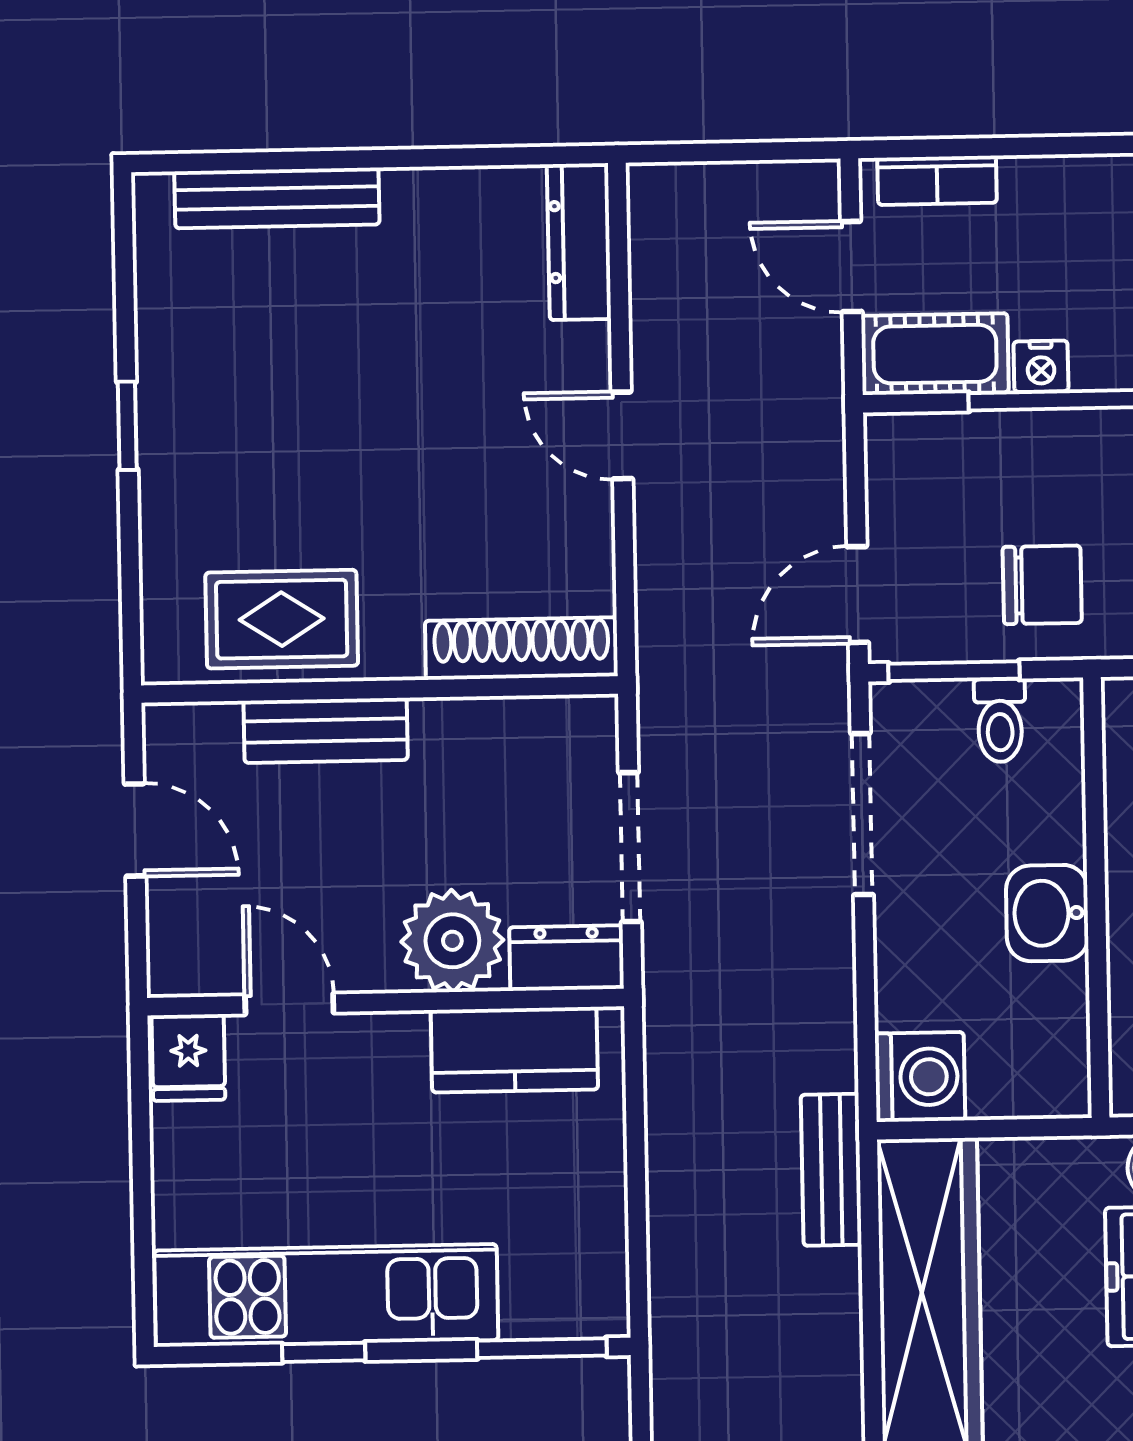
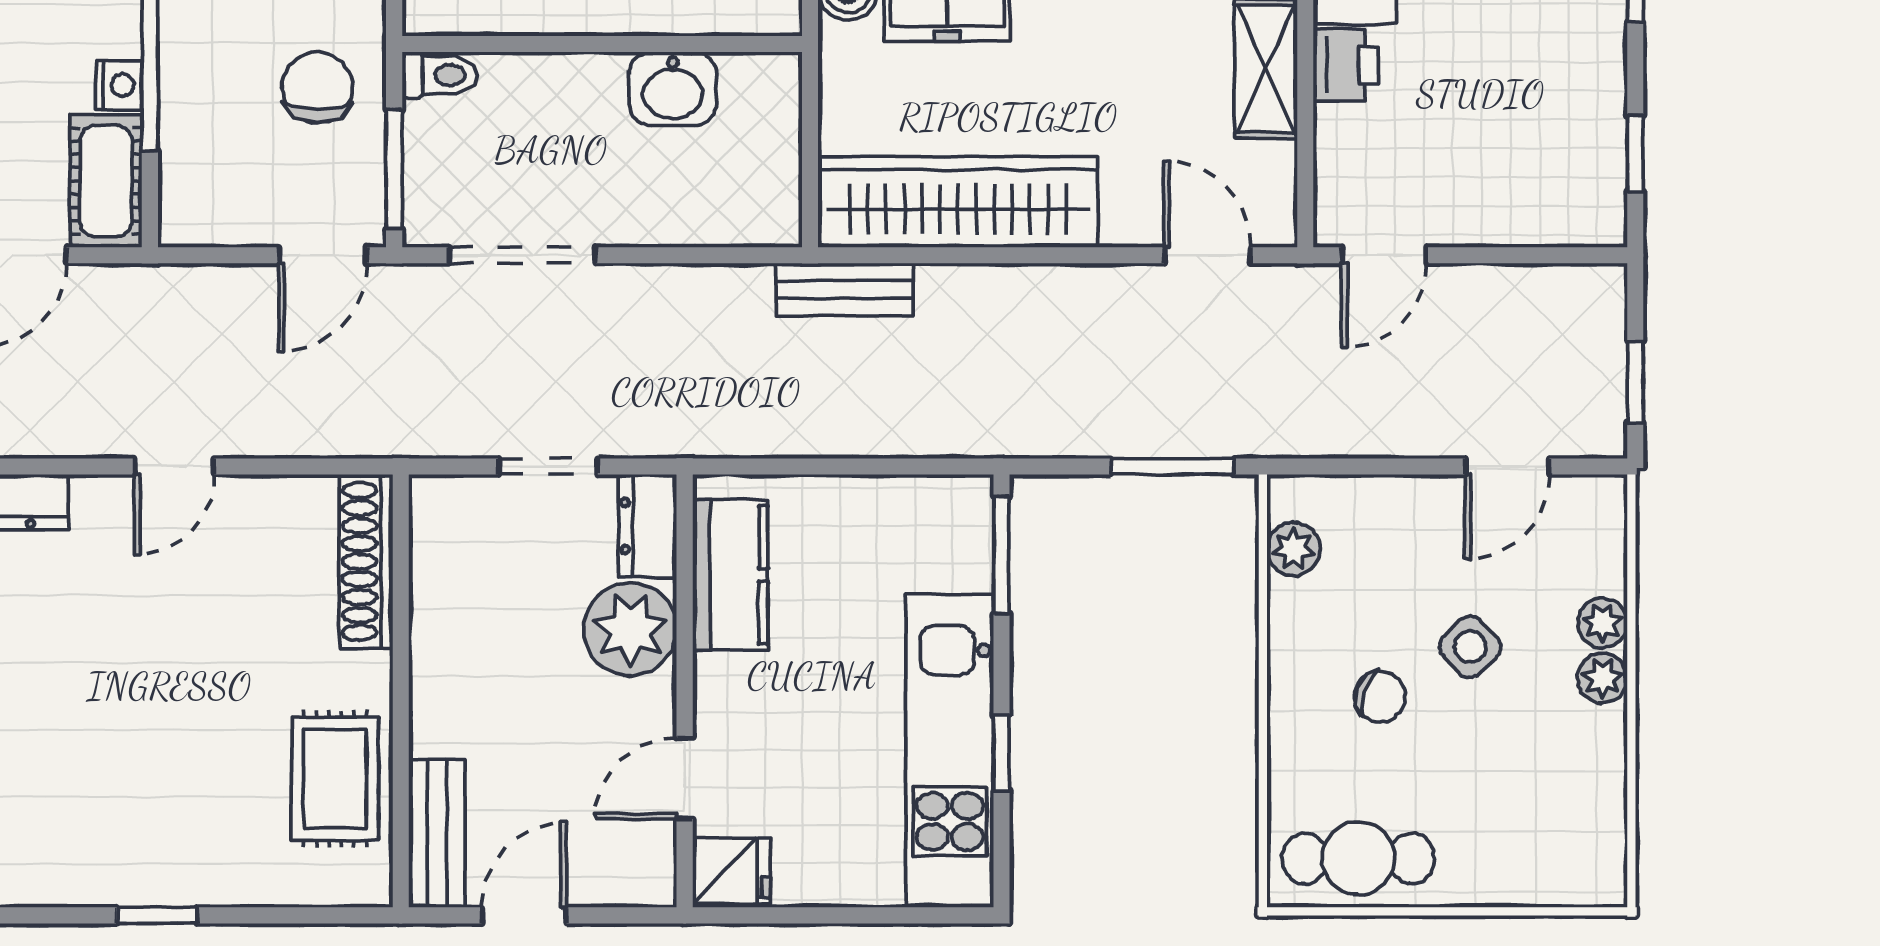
door: (858, 595) -> (323, 255), hinge flipped
toilet: (1000, 721) -> (440, 75), moved
bench: (326, 730) -> (437, 833), moved
doorway: (630, 847) -> (548, 466), width x0.73
washbasin: (1047, 913) -> (673, 89), moved
washing machine: (920, 1077) -> (762, 207), removed

